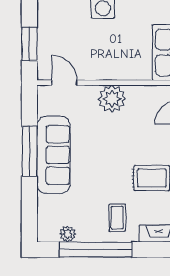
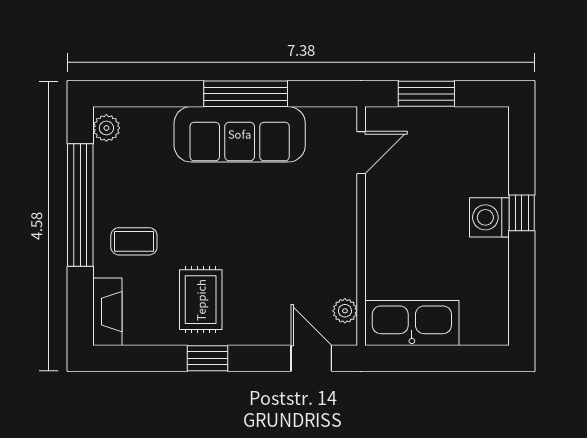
plant: (112, 99) -> (345, 311), moved, width x0.53, depth x0.53
plant: (68, 234) -> (106, 128), moved

